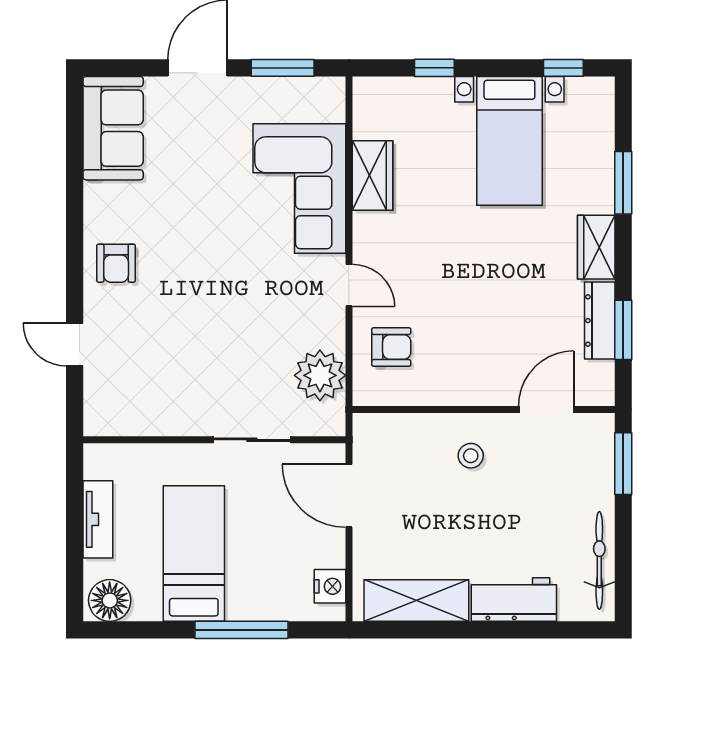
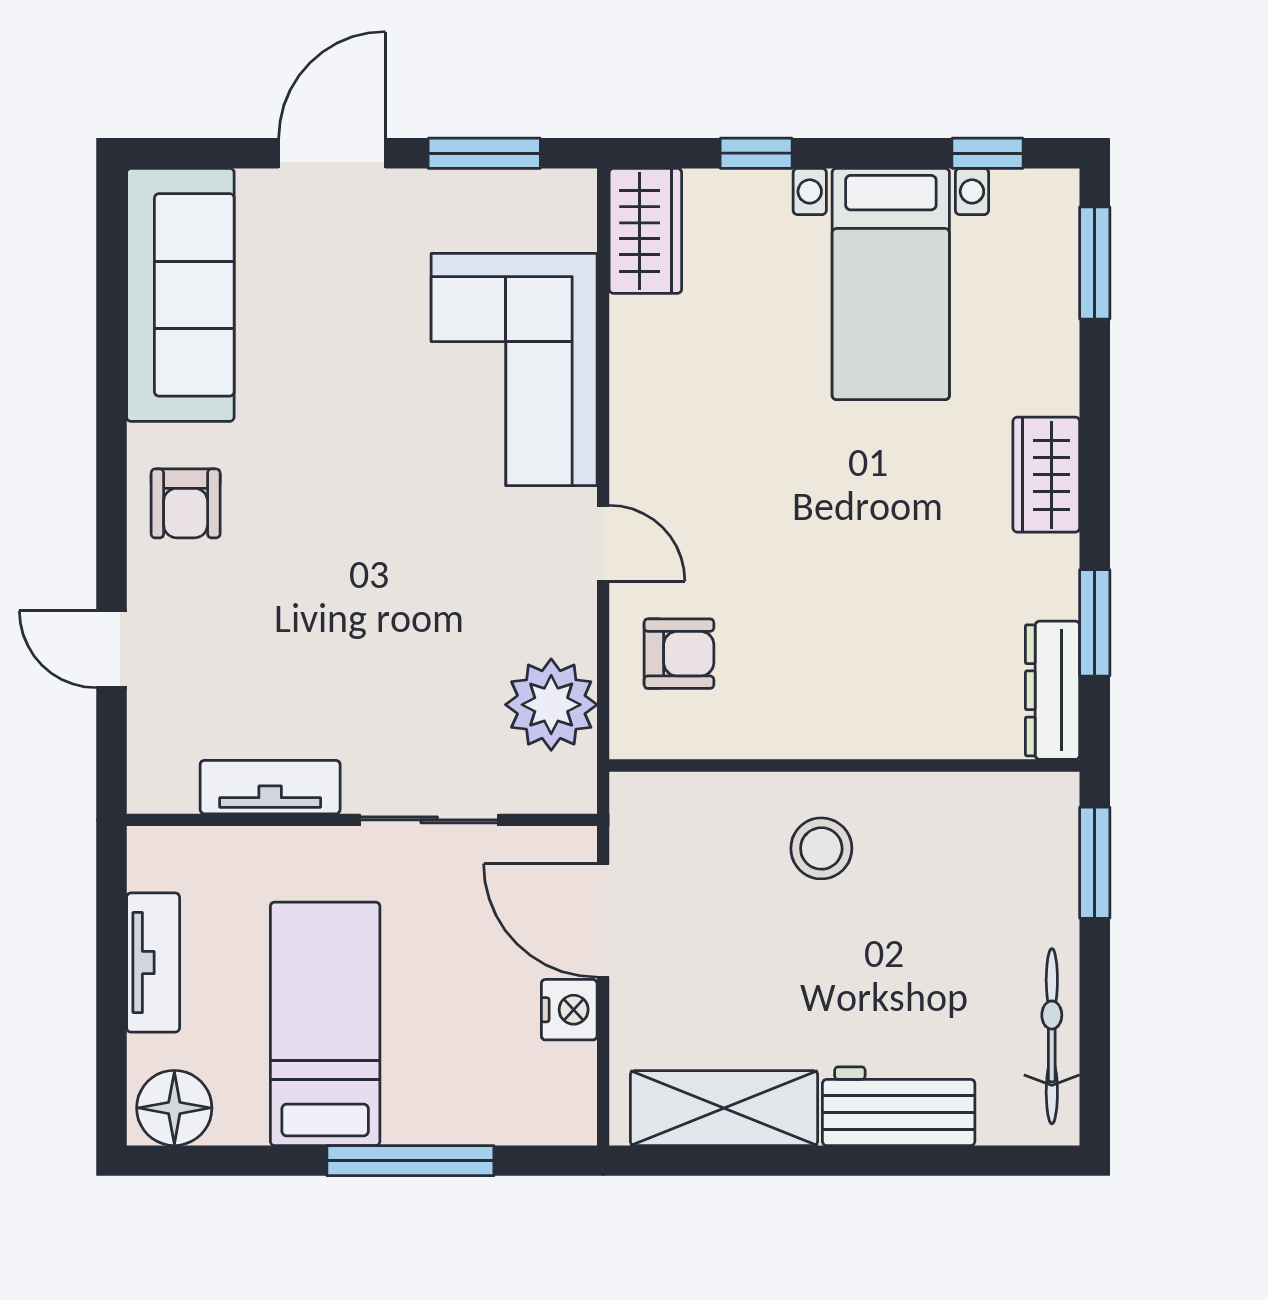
sofa: (113, 128) -> (180, 295), width x1.36
wardrobe: (373, 175) -> (645, 231), moved
window: (623, 183) -> (1095, 263), moved
dresser: (600, 321) -> (1053, 690), moved
door: (546, 409) -> (957, 766), removed
tv unit: (163, 421) -> (270, 787), added
stool: (471, 456) -> (821, 848), width x1.37, depth x1.37
nightstand: (330, 586) -> (569, 1010), moved

